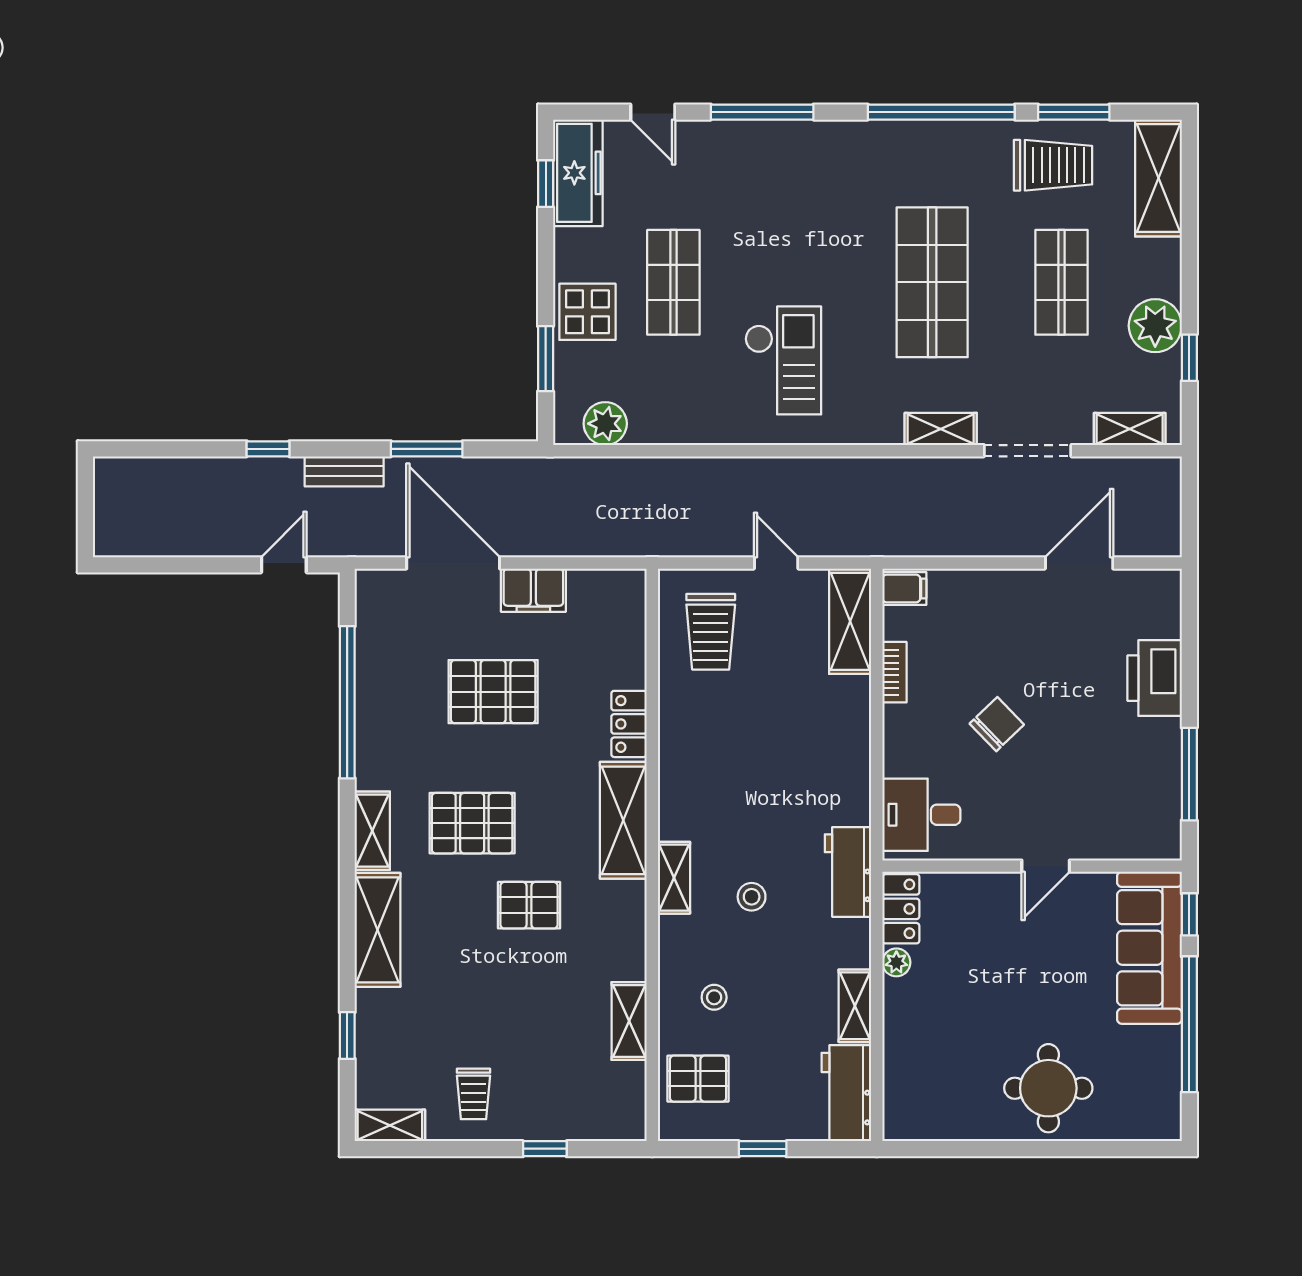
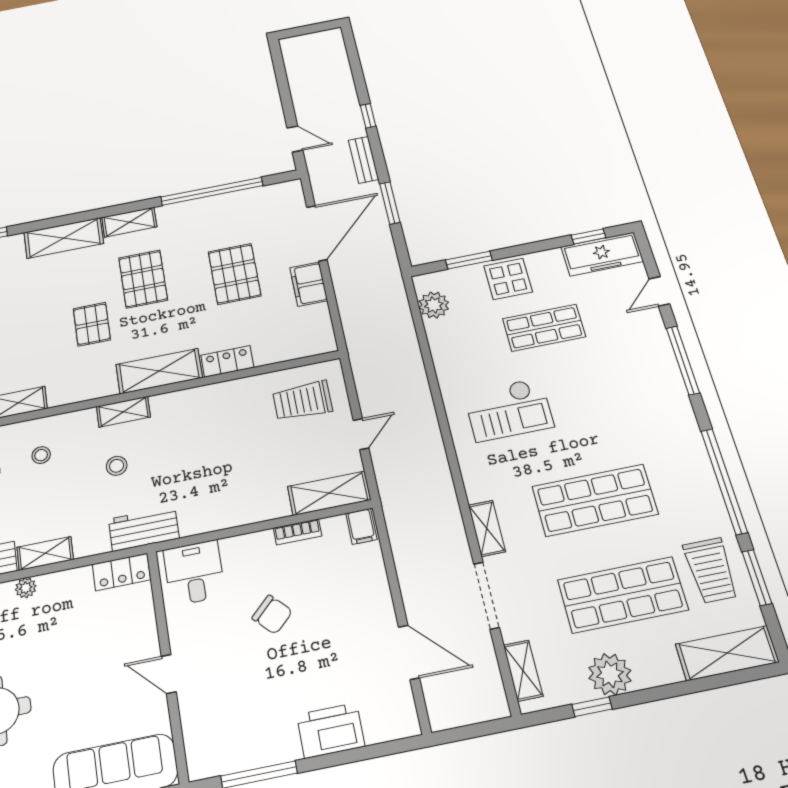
shop shelf: (1061, 282) -> (623, 595), width x1.43, depth x1.36
plant: (896, 962) -> (26, 588), moved

